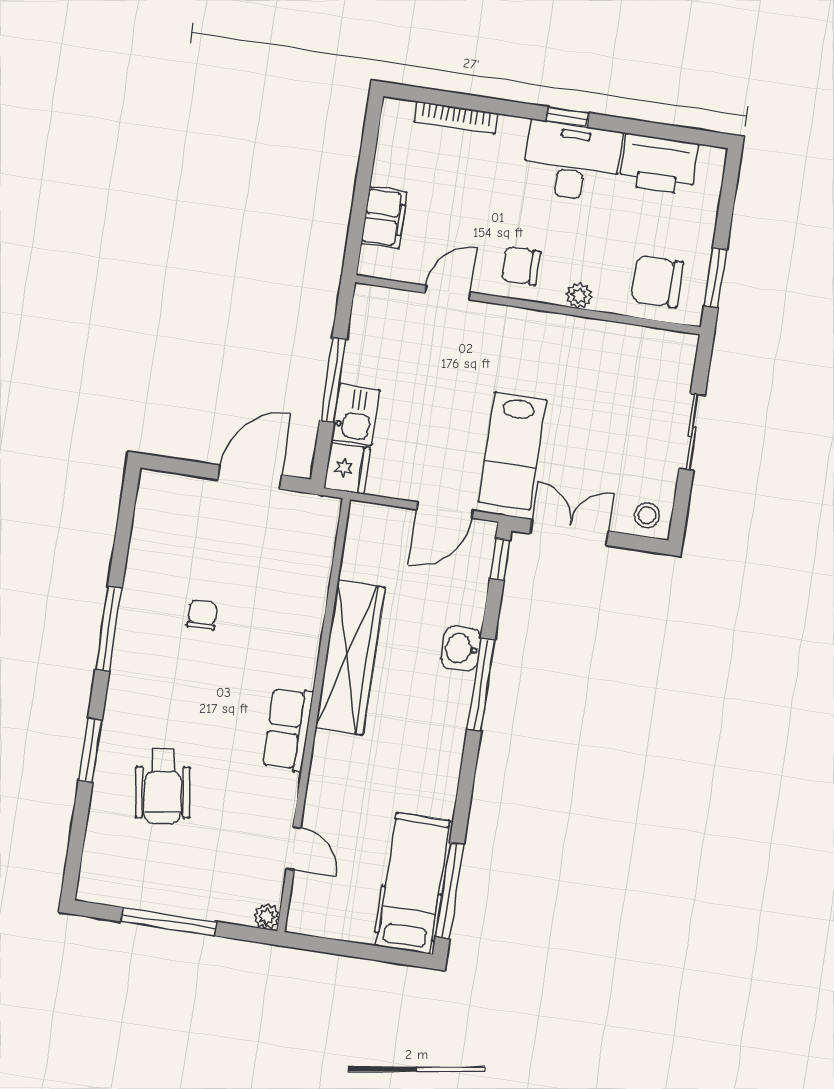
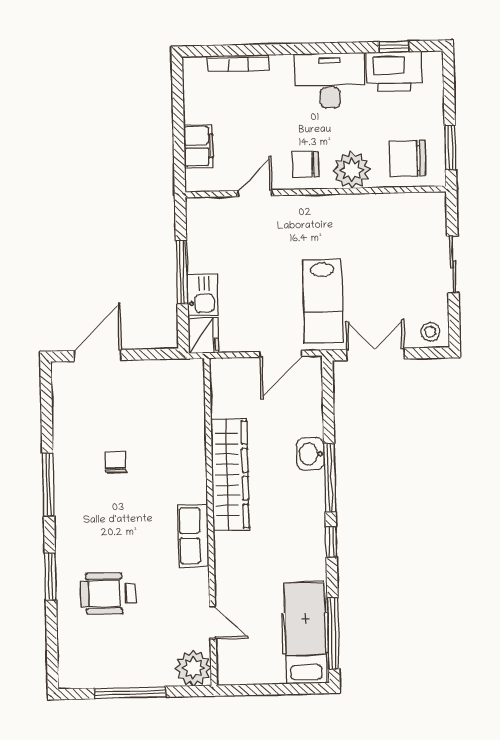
window: (568, 117) -> (394, 47), moved
plant: (579, 296) -> (352, 170), width x1.88, depth x1.88
door: (250, 477) -> (98, 355), moved
window: (500, 559) -> (331, 542), moved
wheelchair: (163, 786) -> (109, 594), turned 98
plant: (267, 917) -> (193, 668), width x1.88, depth x1.88

